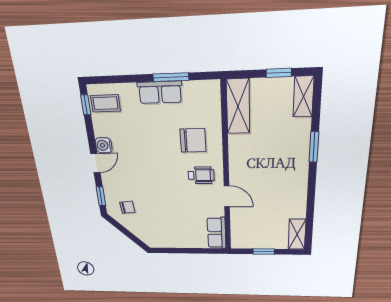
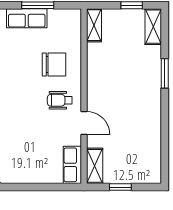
shelving: (238, 106) -> (94, 25), width x0.67, depth x0.75
wheelchair: (201, 175) -> (60, 100), turned 180
shelving: (297, 234) -> (95, 166), moved

